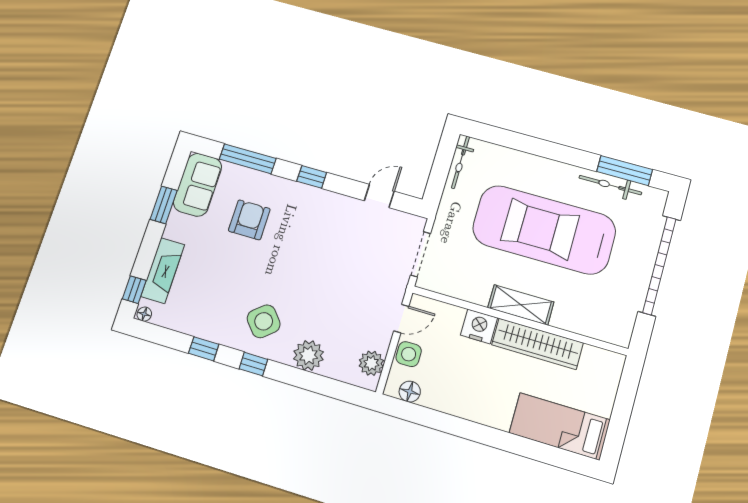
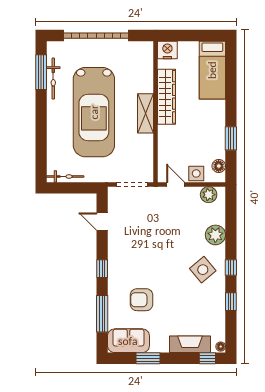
nightstand: (479, 326) -> (167, 50), moved, turned 90
window: (446, 423) -> (231, 138), added

